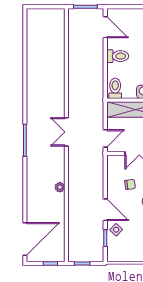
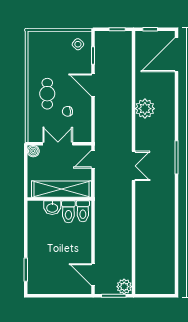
plant: (75, 16) -> (124, 287), added
toilet: (118, 56) -> (68, 212), moved, turned -90
plant: (60, 187) -> (145, 109), width x1.88, depth x1.88
side table: (116, 230) -> (78, 44), moved

